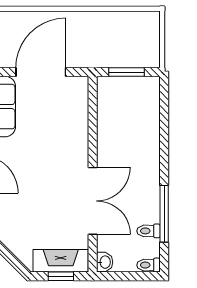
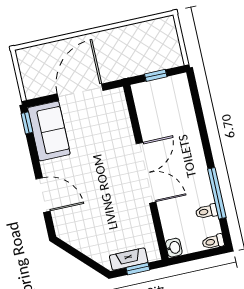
window: (126, 72) -> (156, 75), width x0.67
double door: (93, 201) -> (146, 173), moved
fireplace: (61, 261) -> (129, 259), width x0.73, depth x0.76

